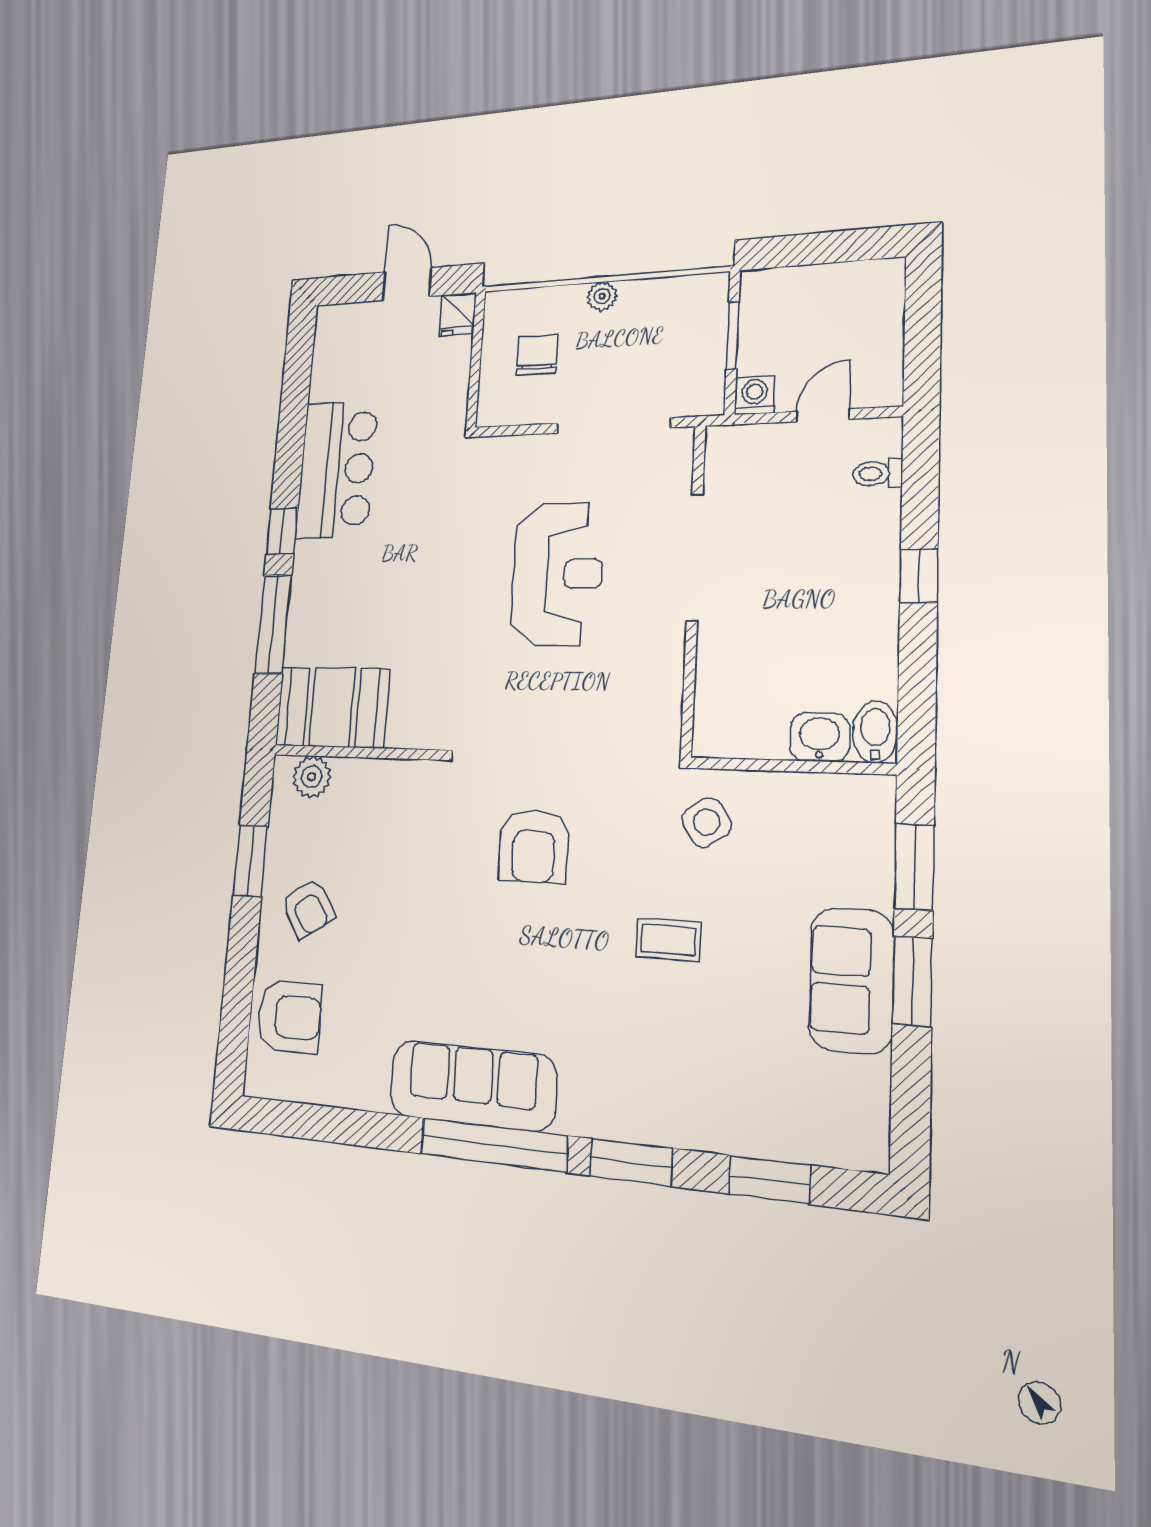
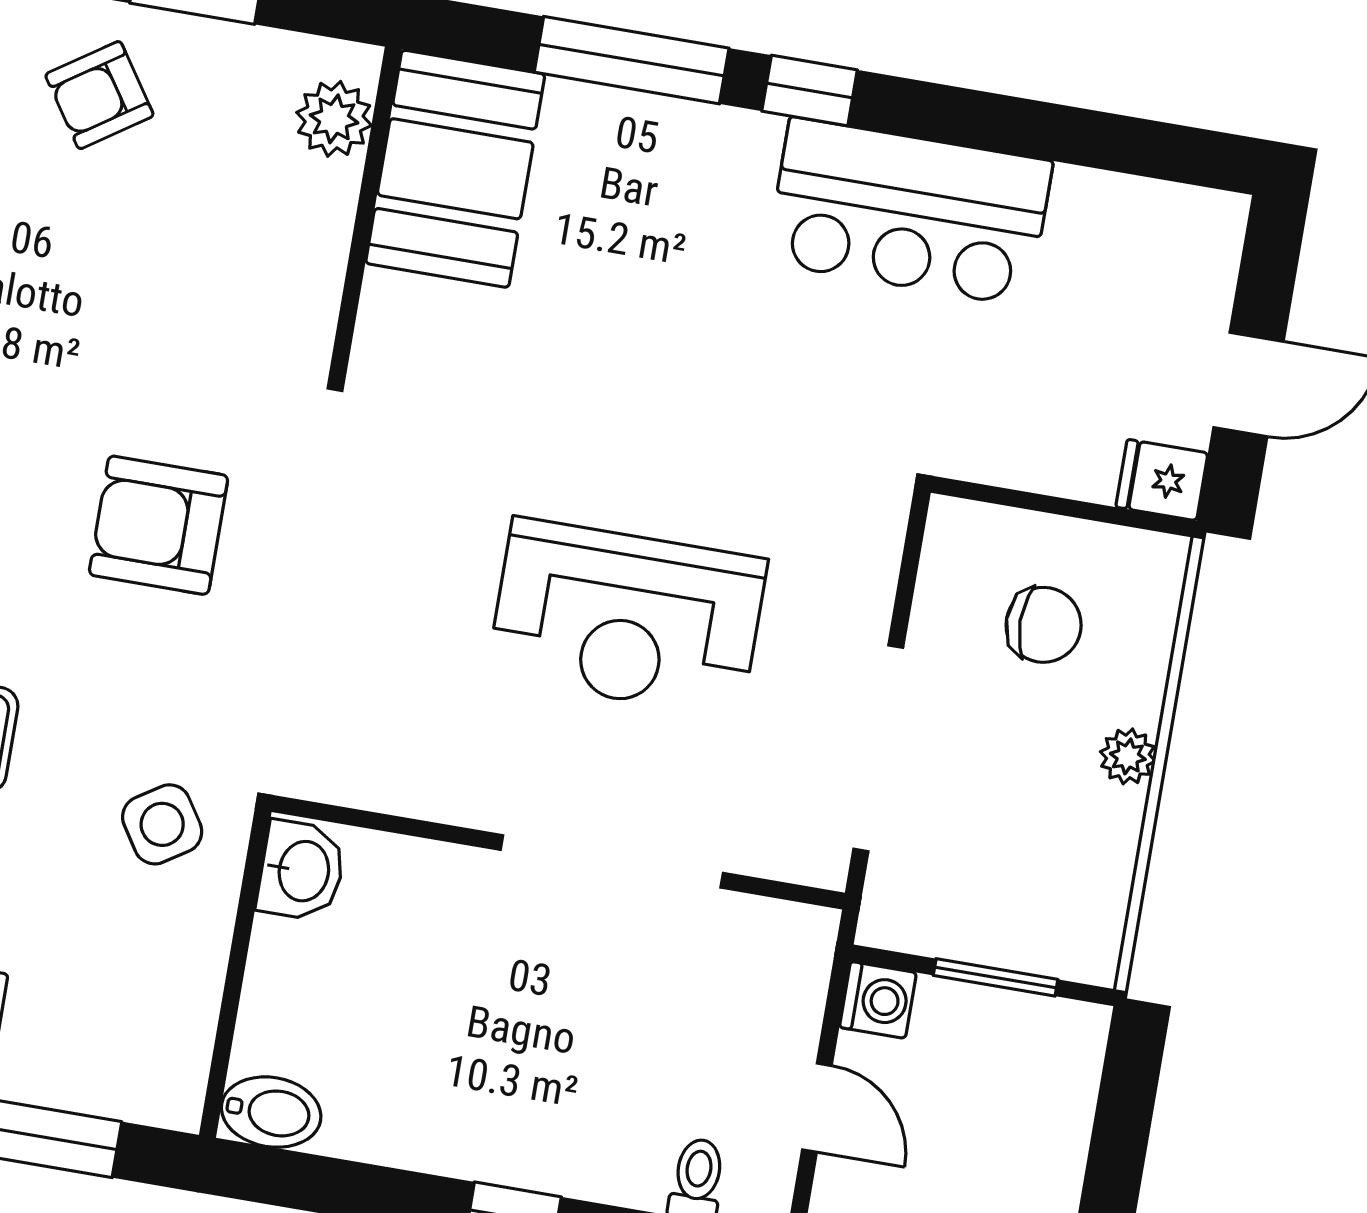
washbasin: (820, 737) -> (302, 871), moved

